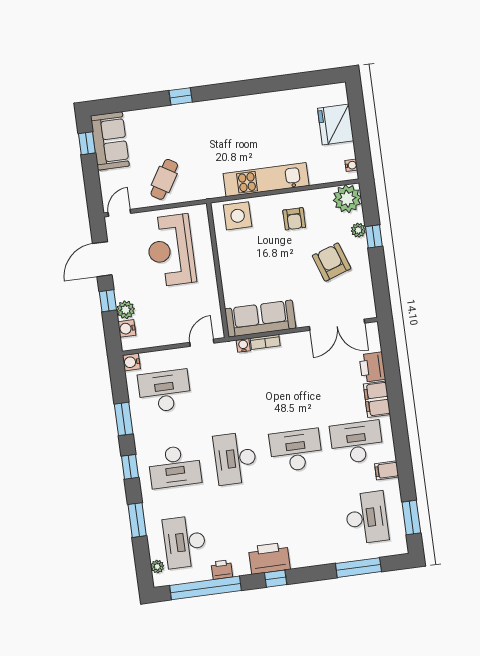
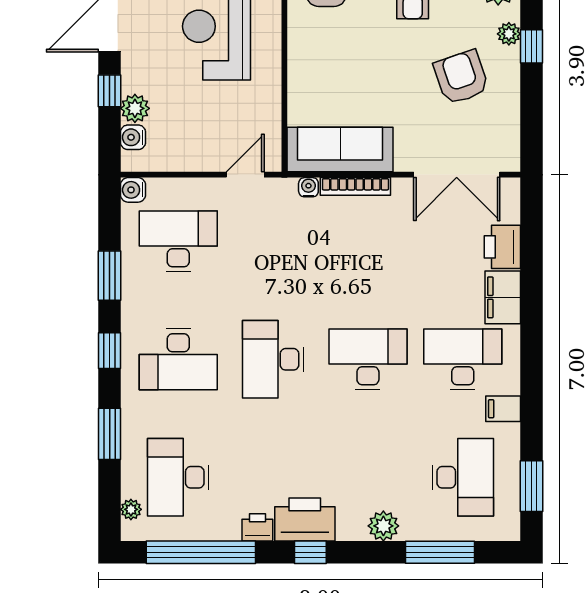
bookcase: (265, 342) -> (355, 186), width x1.56
plant: (320, 556) -> (383, 526), added
printer: (222, 570) -> (257, 527), moved

